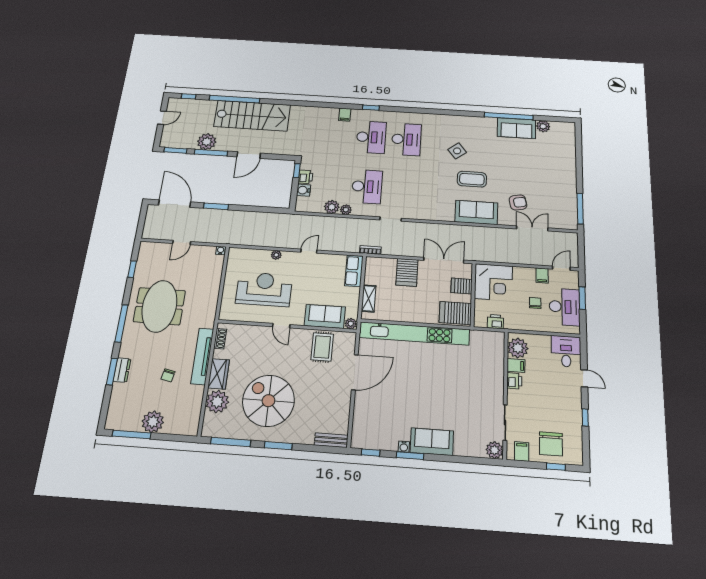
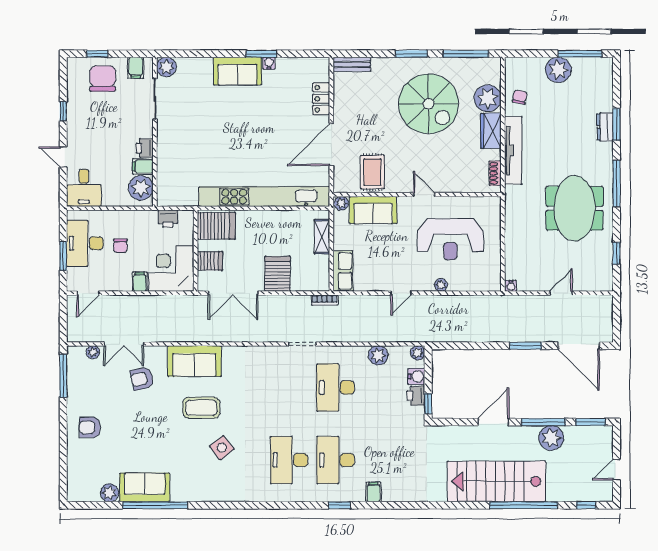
armchair: (559, 171) -> (90, 427), added
plant: (346, 210) -> (418, 353), moved
plant: (557, 224) -> (93, 352), added
filing cabinet: (542, 275) -> (140, 282), moved
chair: (168, 375) -> (520, 97), moved
locker: (360, 412) -> (321, 99), added
window: (371, 453) -> (306, 54), removed

